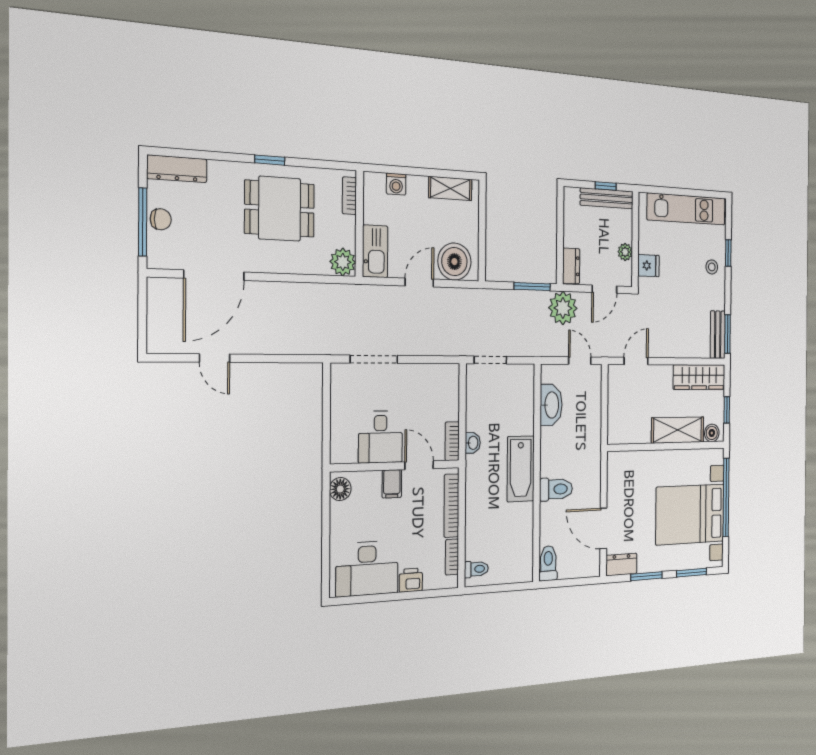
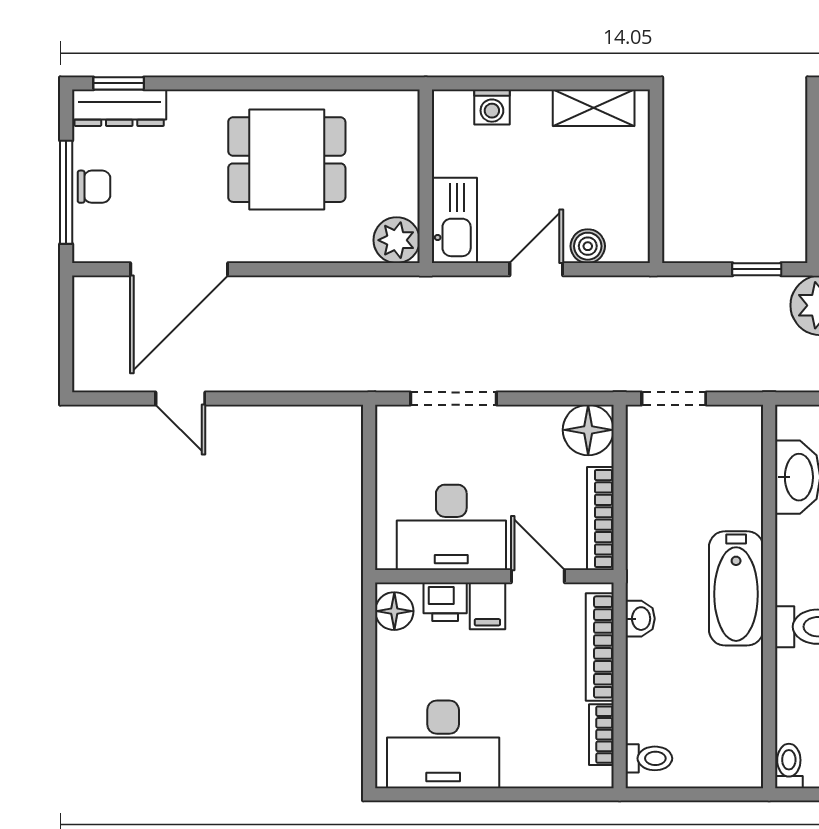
window: (270, 160) -> (119, 83), moved
bookcase: (349, 196) -> (407, 131), removed
boiler: (454, 262) -> (588, 246), width x0.54, depth x0.54
window: (532, 287) -> (757, 269), width x0.67
floor lamp: (446, 378) -> (588, 430), added
desk: (380, 437) -> (451, 527), width x1.37
bookcase: (452, 441) -> (600, 518), width x1.56
washbasin: (473, 443) -> (640, 619), moved
toilet: (548, 563) -> (789, 766), width x0.73, depth x0.72
printer: (411, 580) -> (445, 602), moved, turned 180

